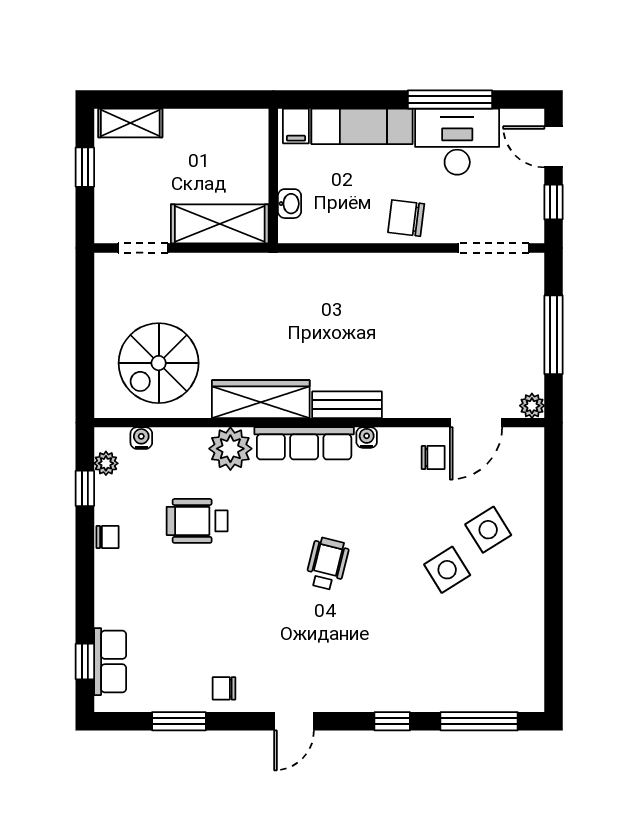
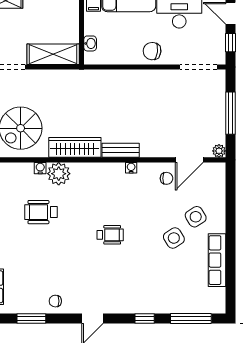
water cooler: (141, 438) -> (40, 168), moved
row of seats: (304, 443) -> (217, 260), moved, turned 90
wheelchair: (327, 564) -> (110, 235), turned 76

